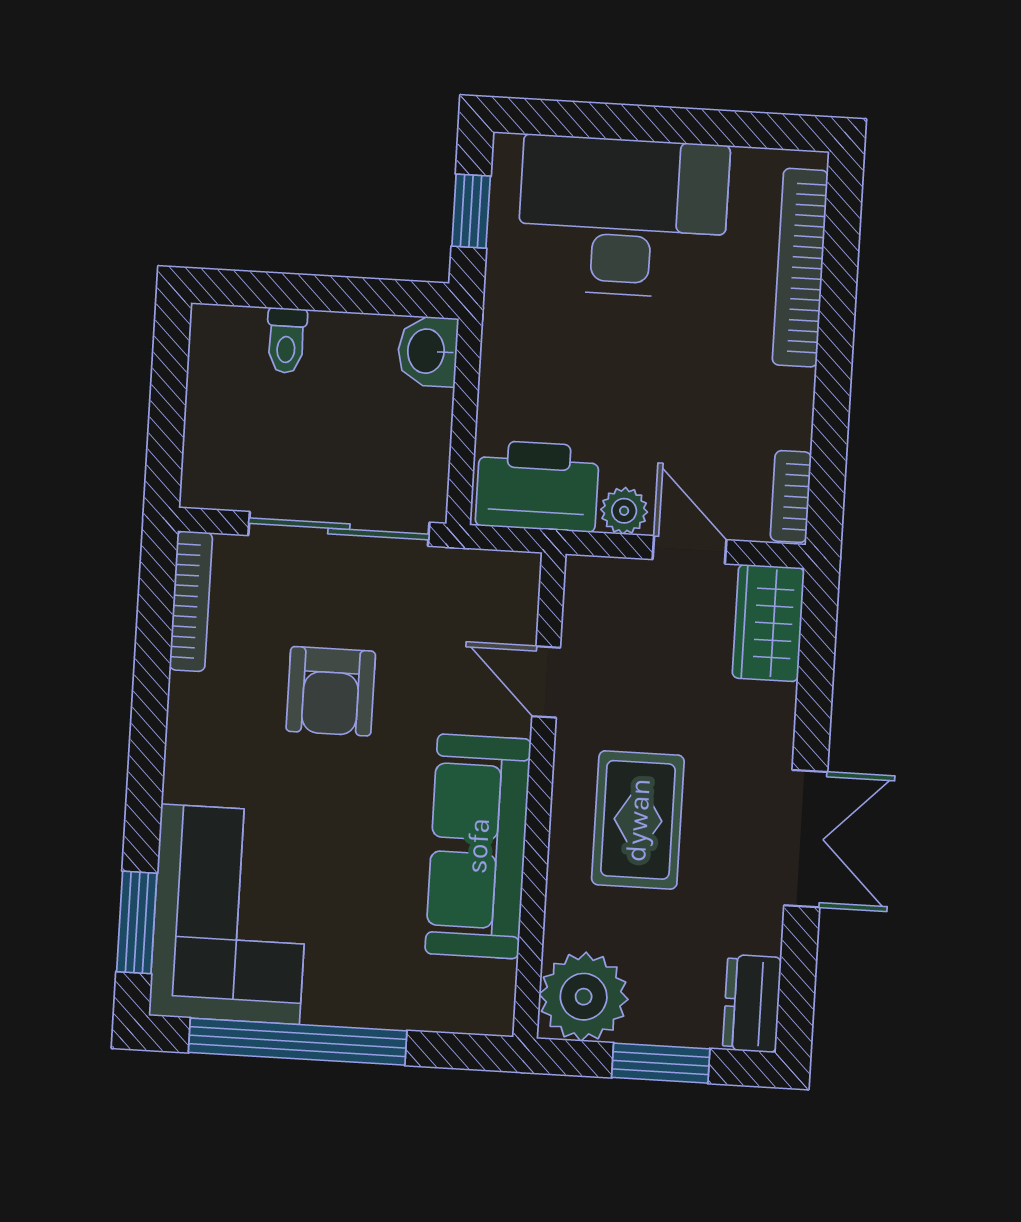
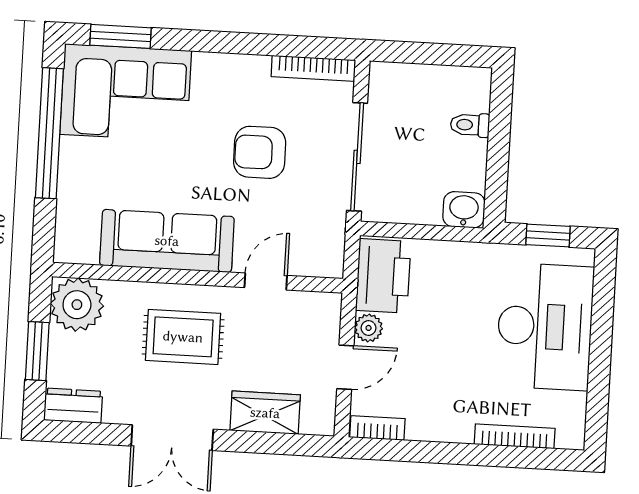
bookcase: (800, 268) -> (515, 436), width x0.68, depth x0.76
wardrobe: (768, 623) -> (265, 413), moved

